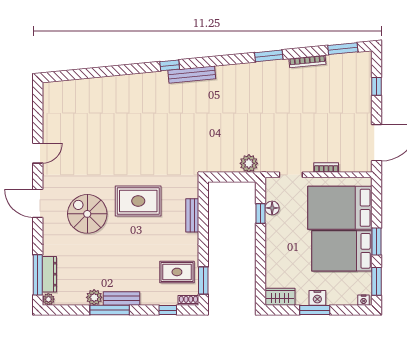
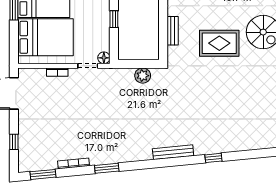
window: (170, 65) -> (213, 158), moved
plant: (249, 163) -> (143, 76), moved
floor lamp: (272, 208) -> (104, 58), moved
window: (260, 214) -> (114, 19), moved

